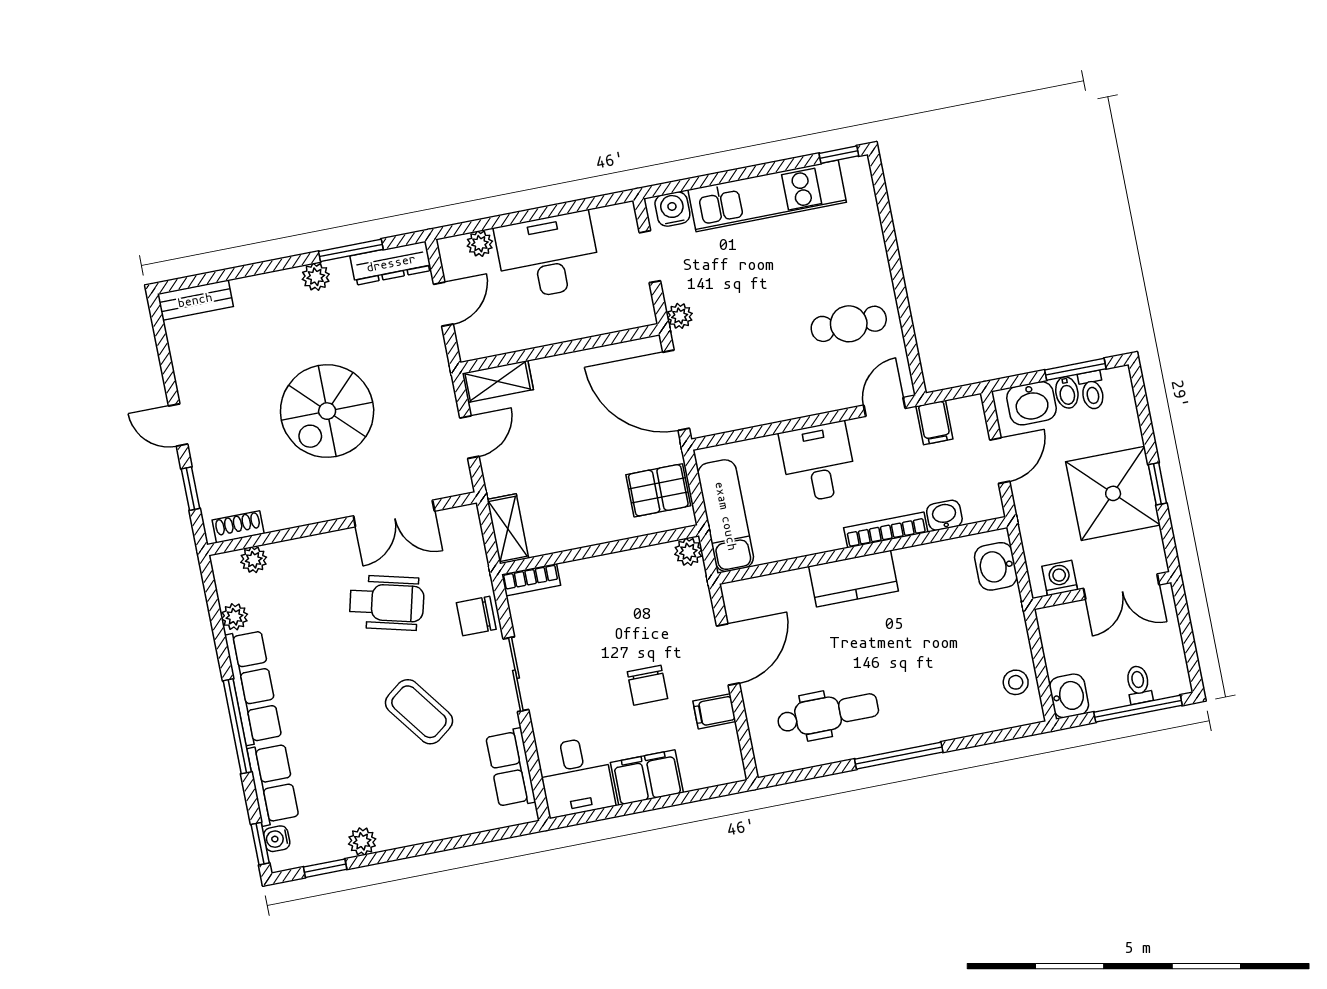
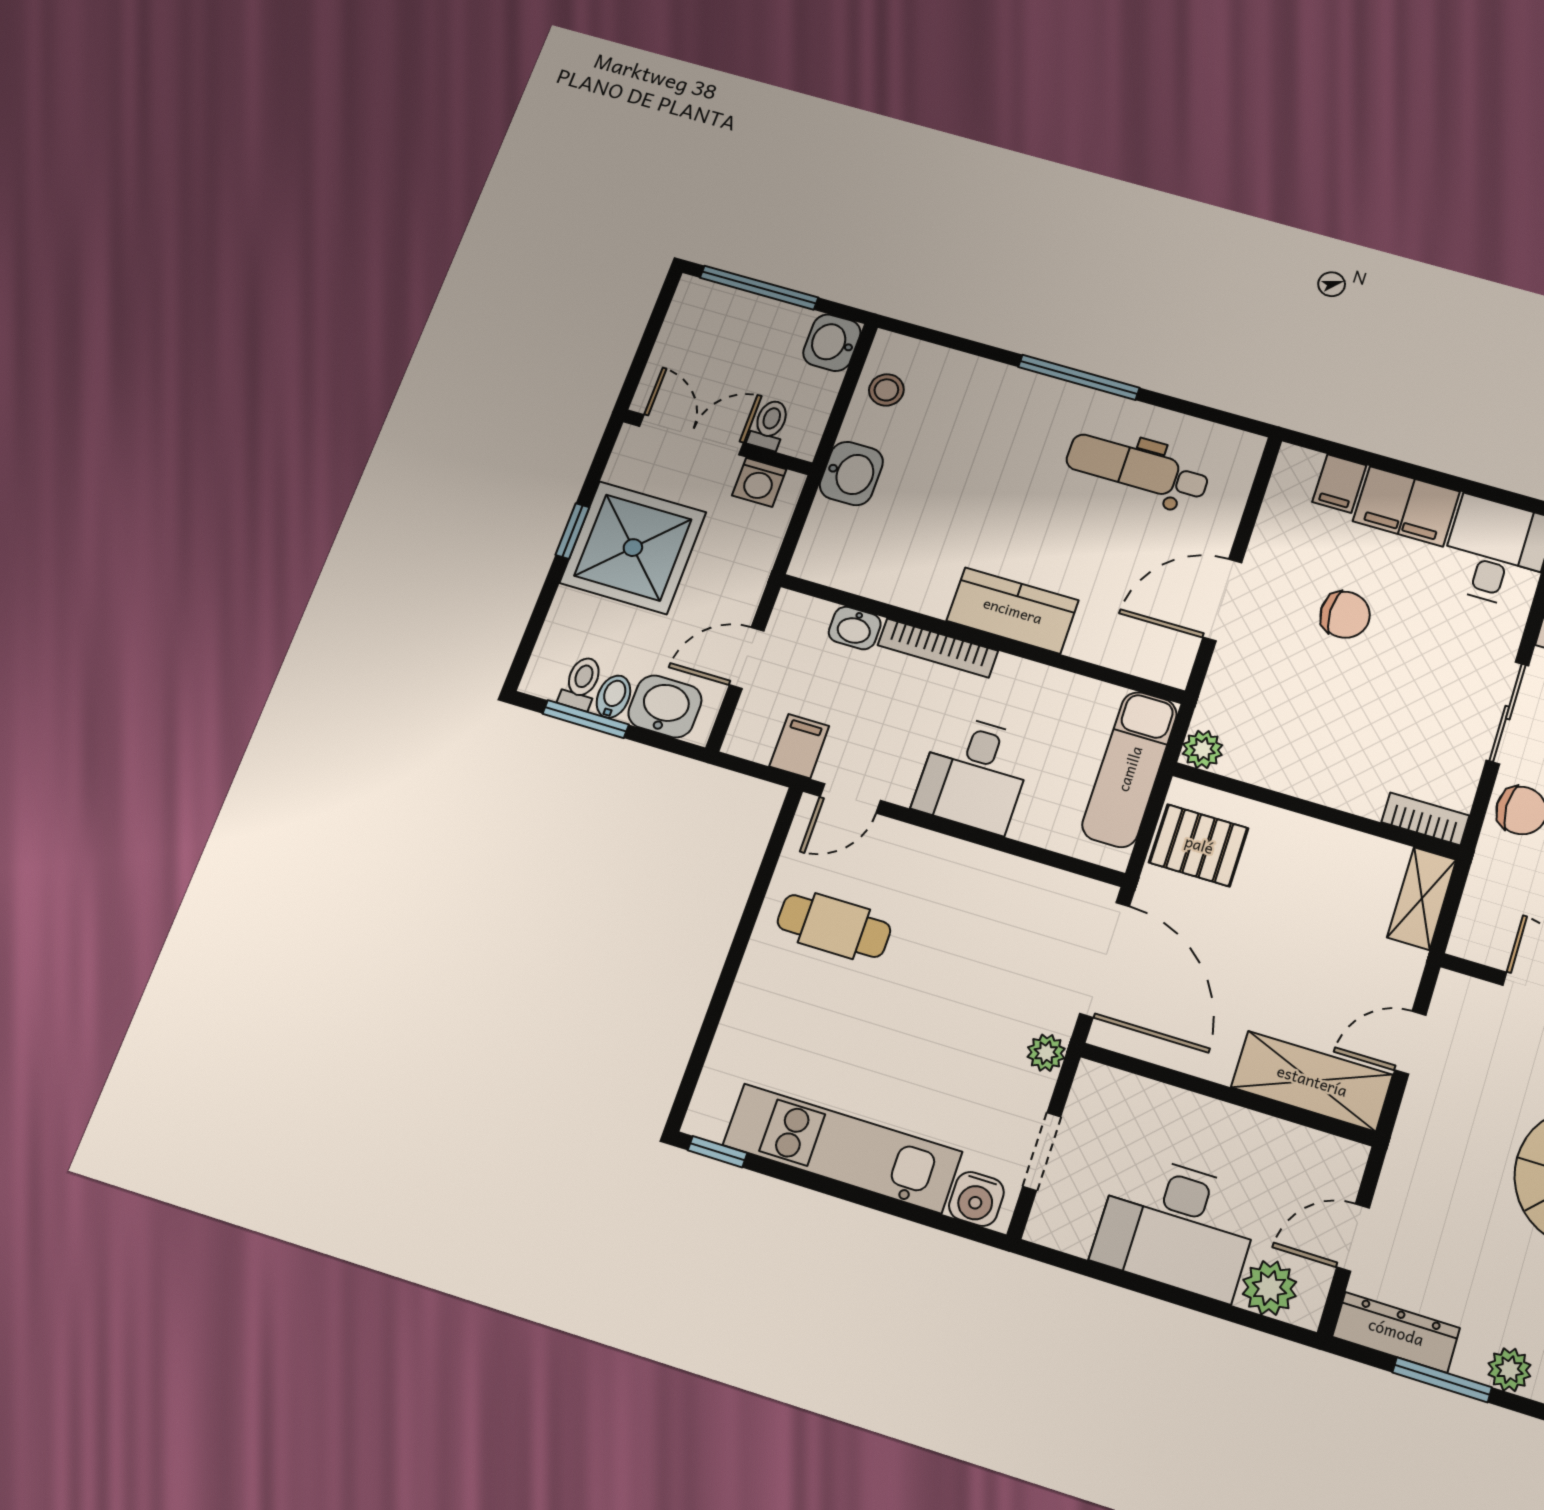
plant: (480, 244) -> (1269, 1288), width x1.38, depth x1.38
shelving: (498, 381) -> (1312, 1081), width x1.50, depth x1.33
washbasin: (996, 566) -> (851, 473), moved
chair: (647, 685) -> (1345, 615), turned 90
toilet: (1139, 685) -> (769, 425), moved, turned 180
filing cabinet: (714, 711) -> (1339, 484), moved, turned 90

